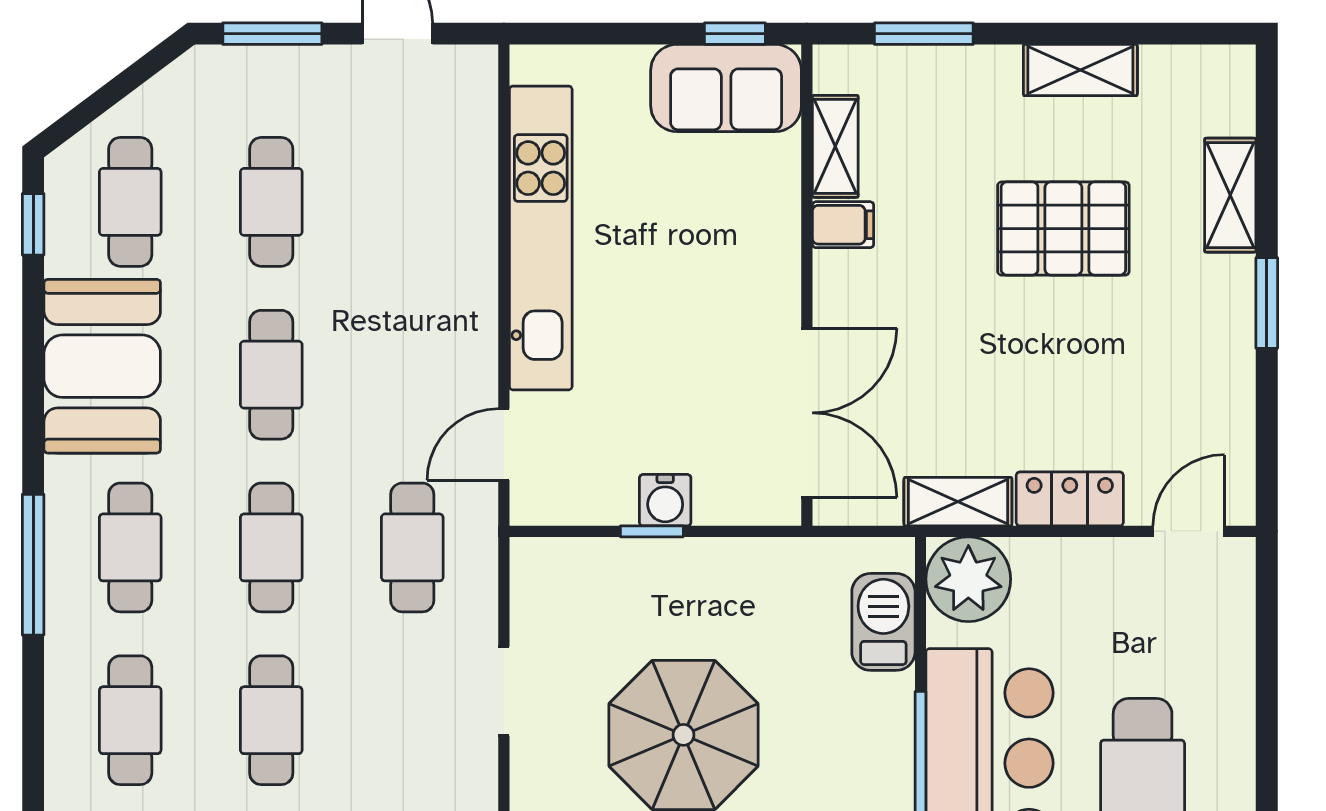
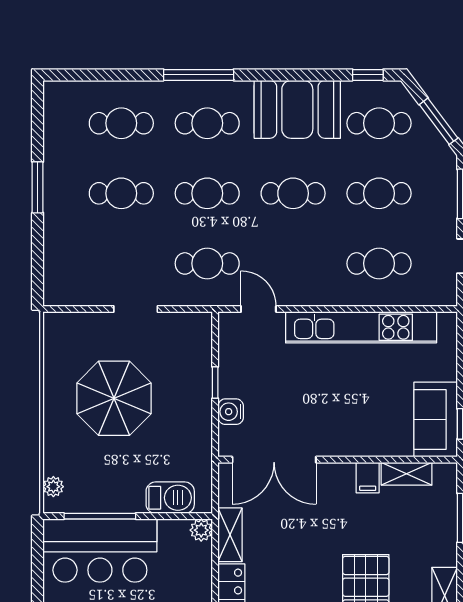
window: (126, 82) -> (439, 121), added
cafe table: (412, 202) -> (379, 263), added
water cooler: (665, 500) -> (231, 412), moved
plant: (968, 579) -> (201, 530), width x0.53, depth x0.53

